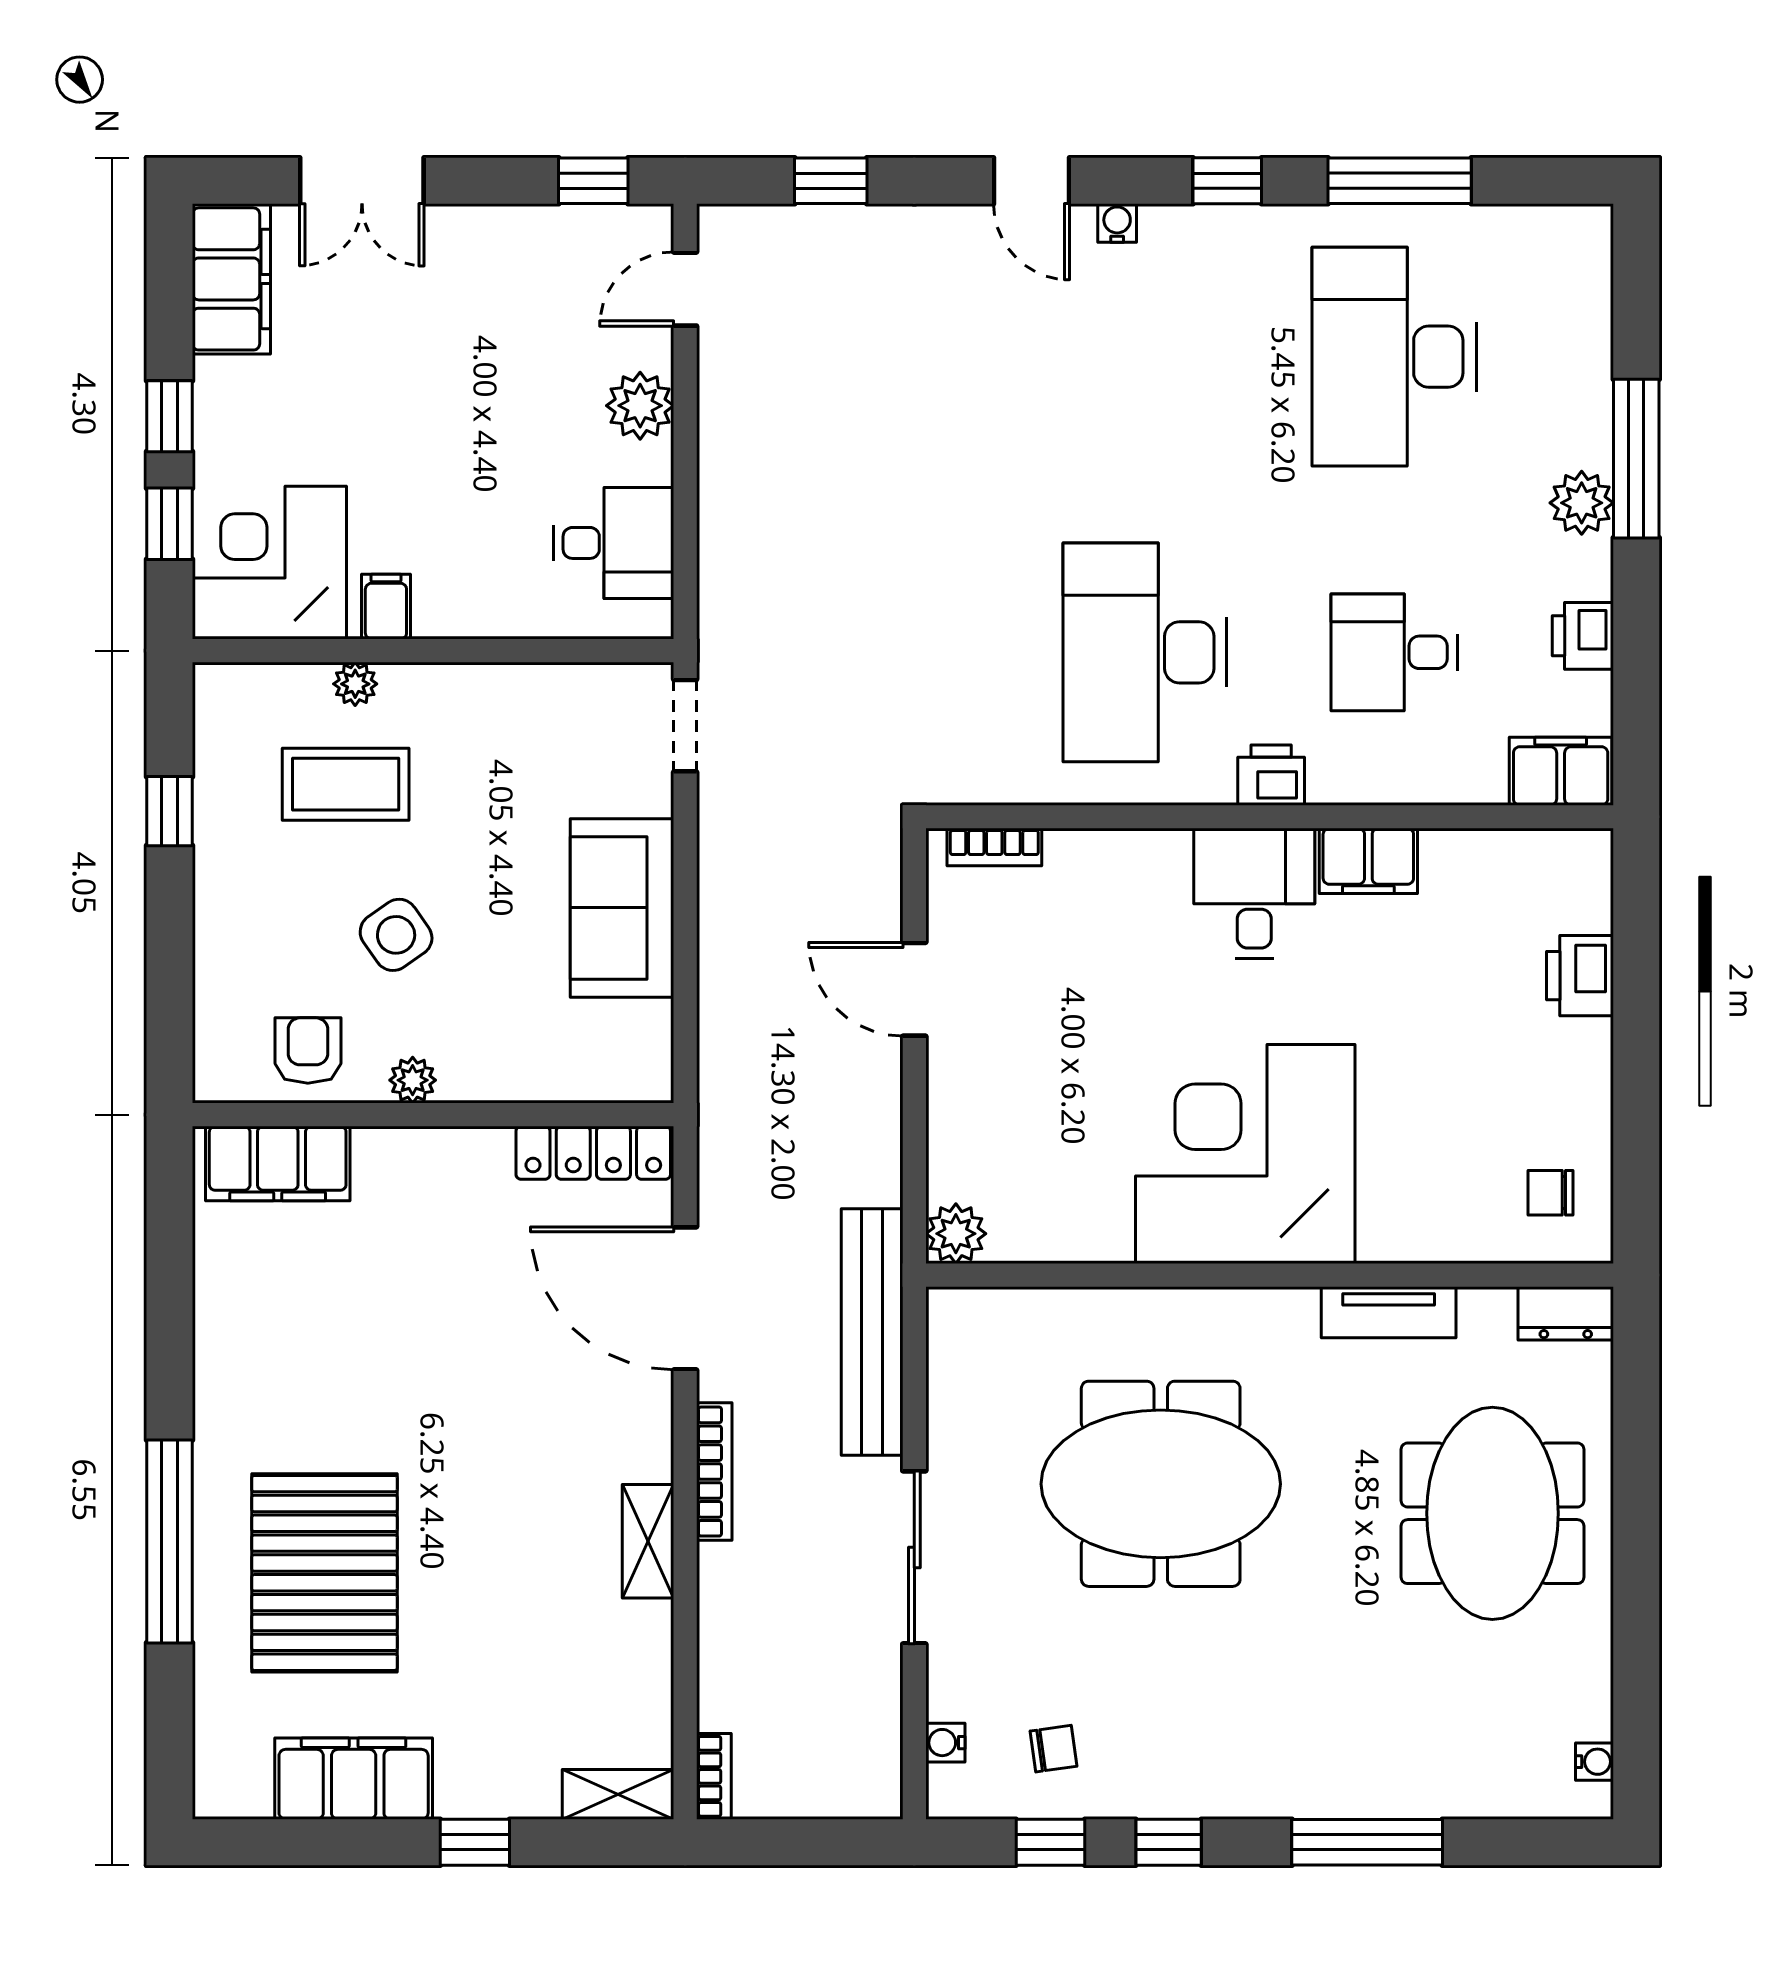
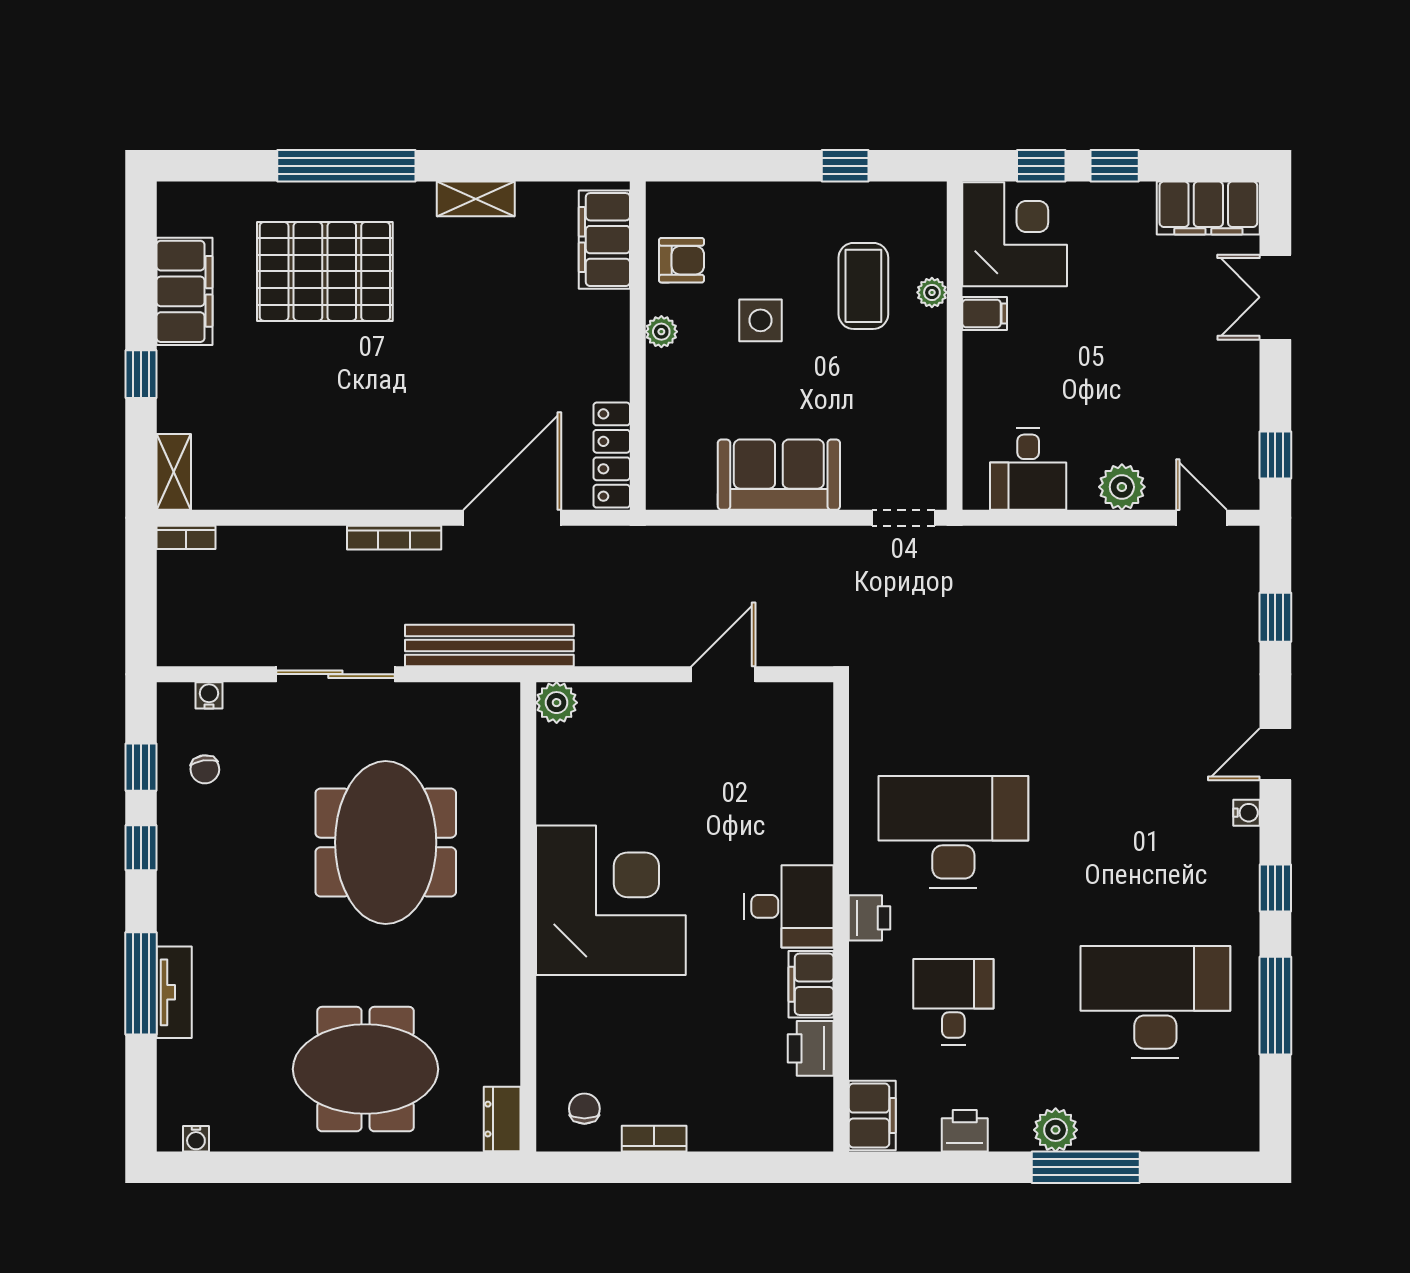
bookcase: (994, 847) -> (654, 1139), moved, turned 90
side table: (396, 935) -> (760, 320), turned 35
printer: (1580, 976) -> (811, 1048), moved, turned -90
tv unit: (1389, 1312) -> (174, 992), moved, turned 180
shelving: (648, 1541) -> (476, 199), moved

